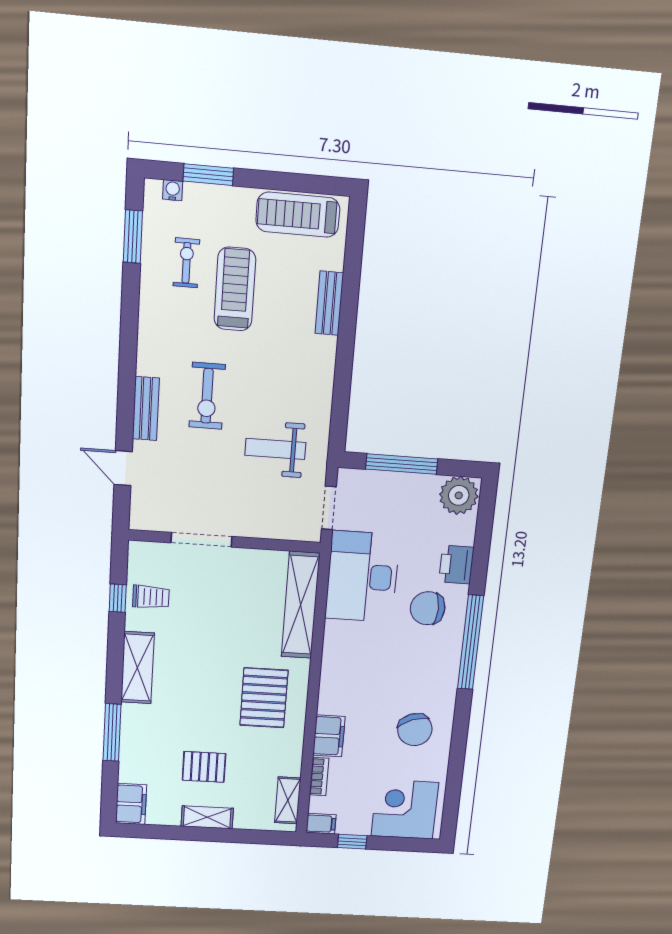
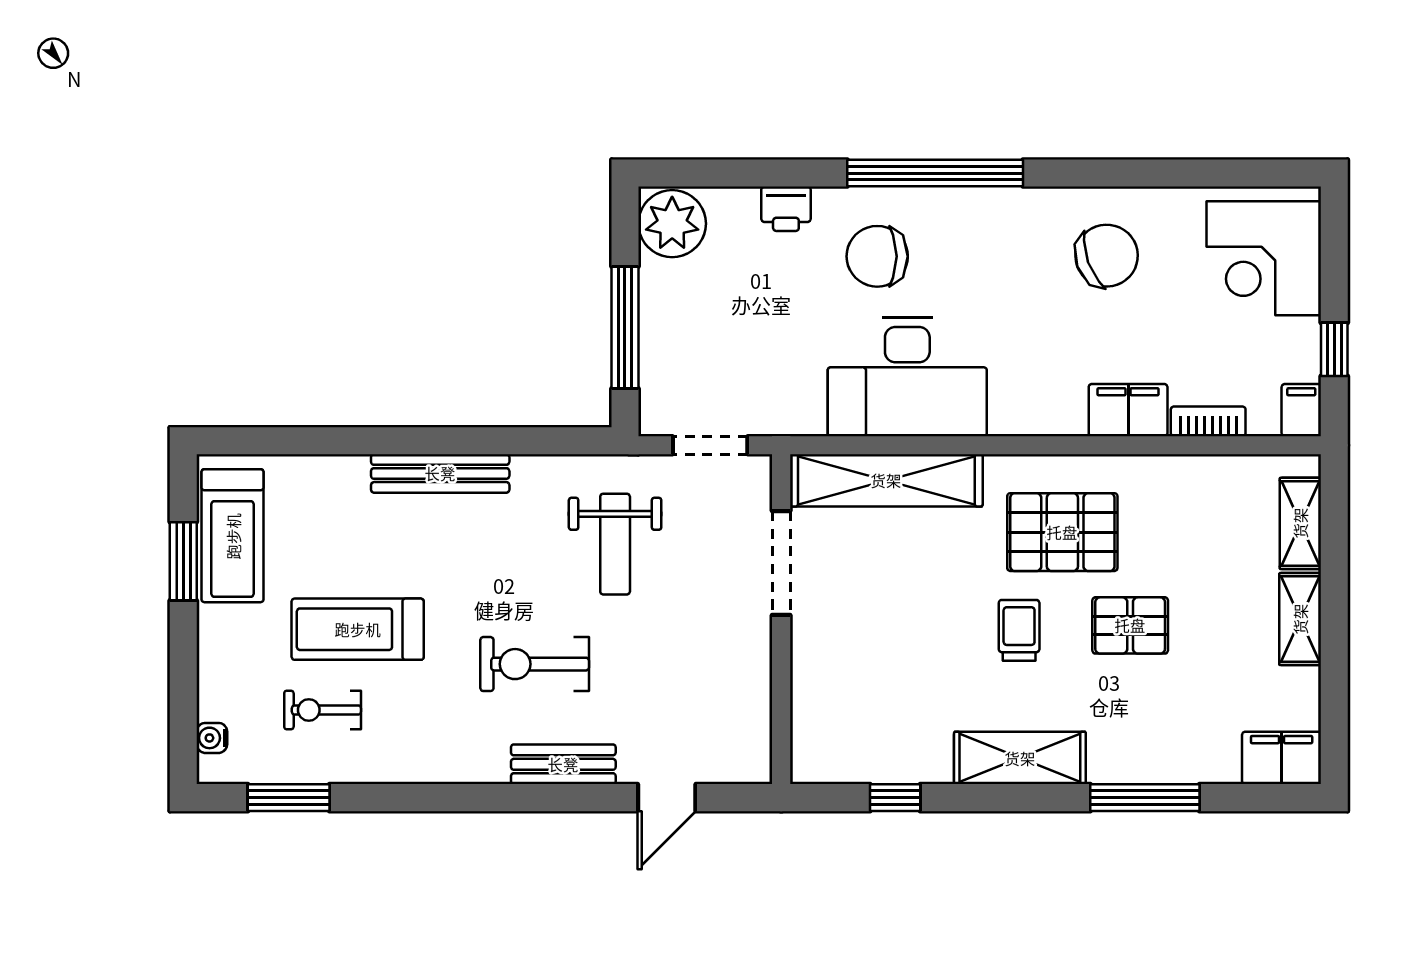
window: (208, 175) -> (183, 561), moved
bench: (329, 303) -> (440, 473), moved, width x1.36
exercise bike: (207, 396) -> (535, 664), turned 180
doorway: (201, 540) -> (781, 563), moved
printer: (456, 565) -> (786, 209), width x0.73, depth x0.81
desk: (362, 577) -> (907, 377), moved
trolley: (151, 597) -> (1019, 630), moved
chair: (428, 608) -> (877, 256), turned 90
pallet: (204, 767) -> (1130, 625), moved, turned 90
shelving: (288, 800) -> (1300, 523), moved, turned 90

